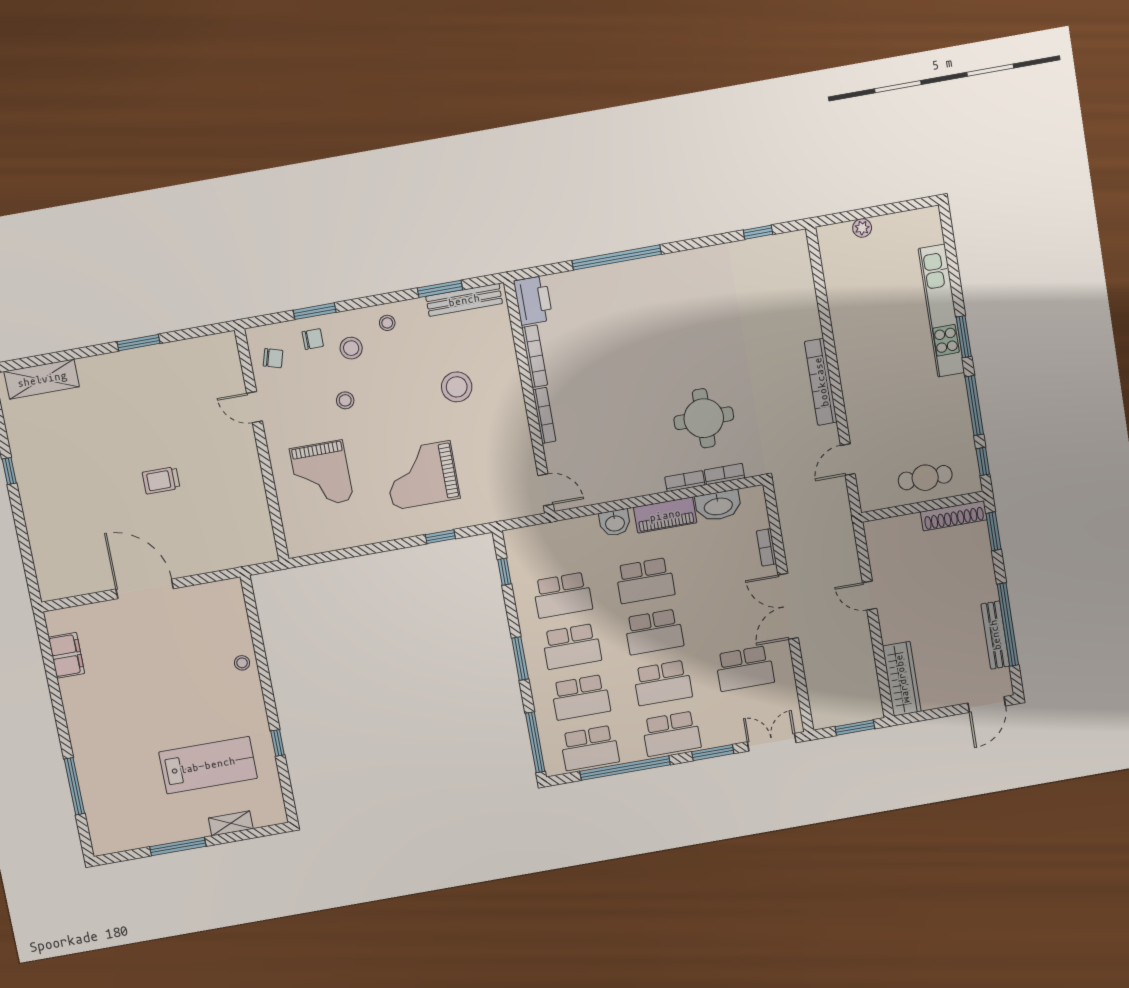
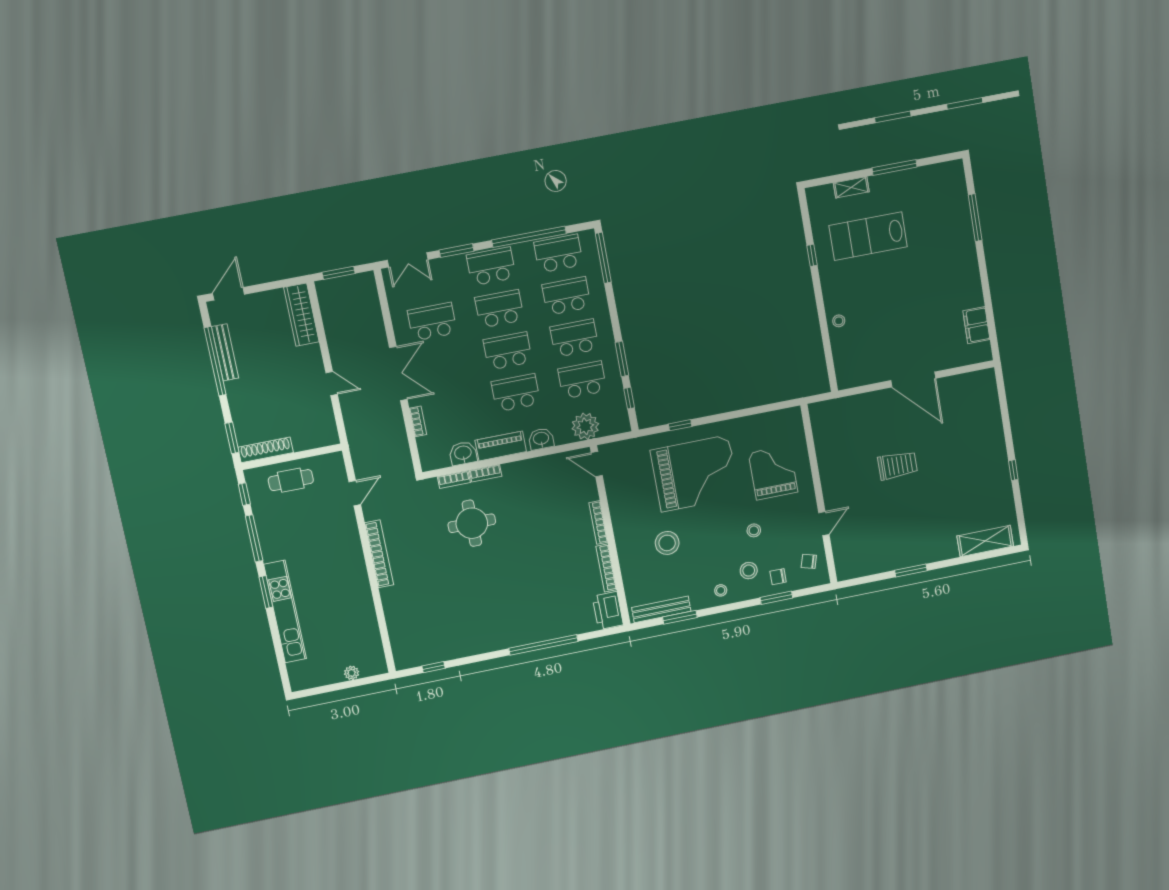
door: (254, 407) -> (824, 524), hinge flipped
grand piano: (421, 475) -> (695, 473), width x1.37, depth x1.48
trolley: (161, 480) -> (898, 465), width x1.36, depth x1.39
washbasin: (718, 506) -> (463, 453), width x0.72
plant: (559, 537) -> (585, 426), added
window: (520, 659) -> (622, 359), moved

